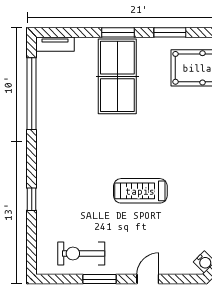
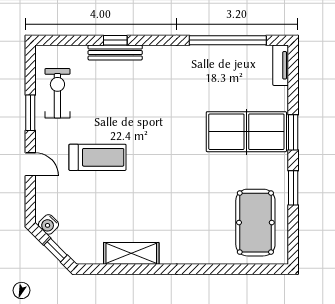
treadmill: (140, 191) -> (97, 157), moved, turned 90
bench: (43, 199) -> (115, 53), added

